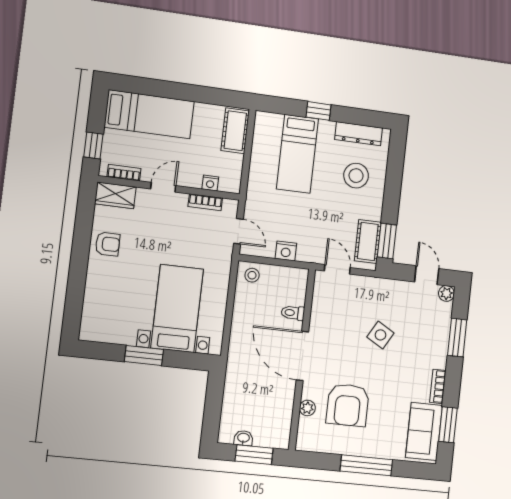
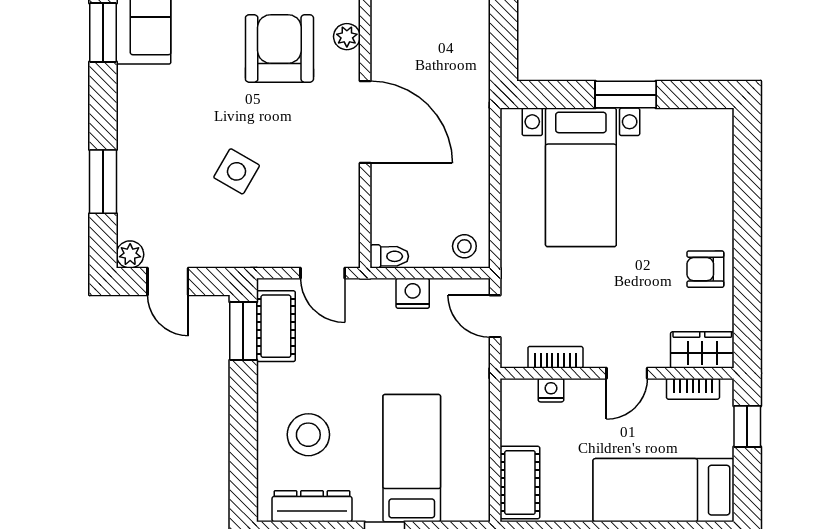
toilet: (293, 313) -> (389, 256), moved
bookcase: (438, 386) -> (128, 95), removed

